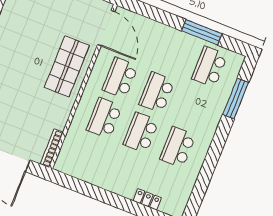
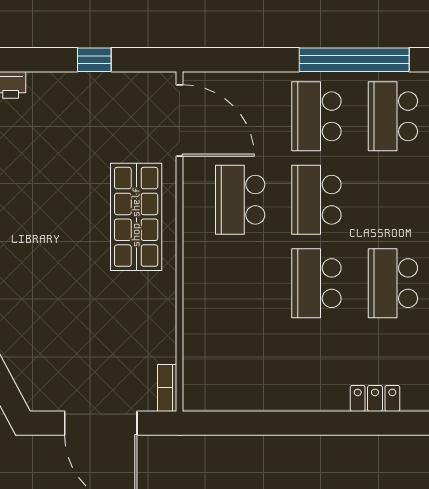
window: (202, 32) -> (354, 60), width x1.46
school desk: (104, 118) -> (316, 116), moved
bookcase: (52, 148) -> (167, 388), width x0.64

